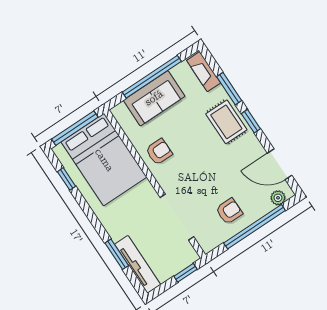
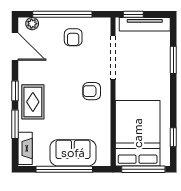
armchair: (159, 152) -> (92, 91), moved
armchair: (229, 211) -> (73, 37), turned -90
tv unit: (138, 264) -> (145, 24), moved, turned -90

